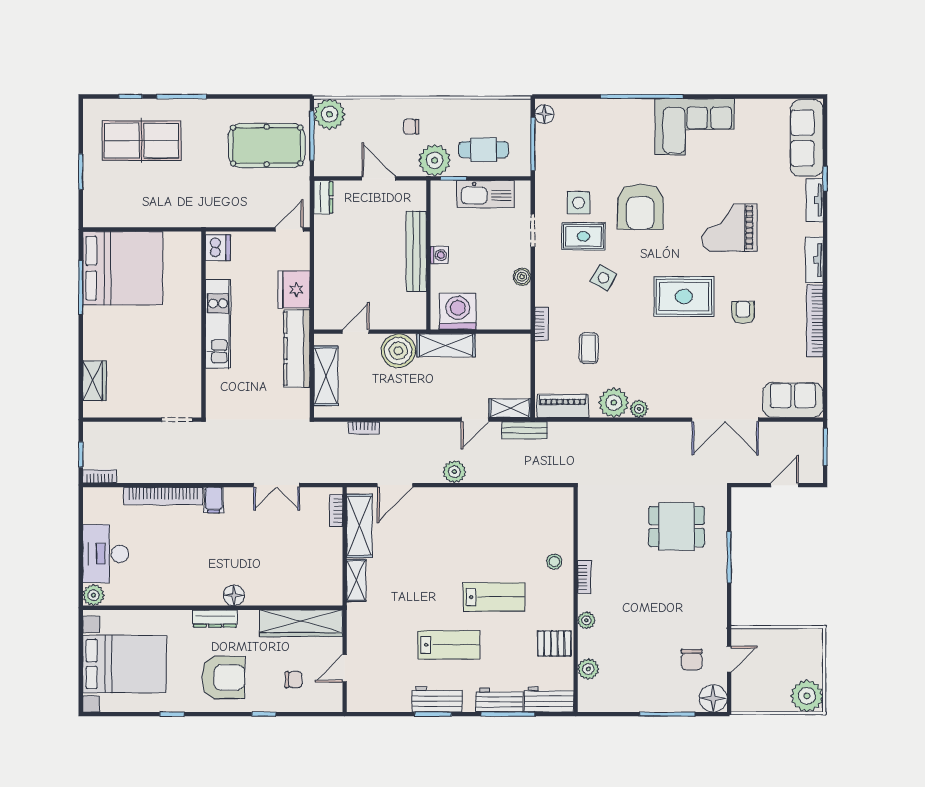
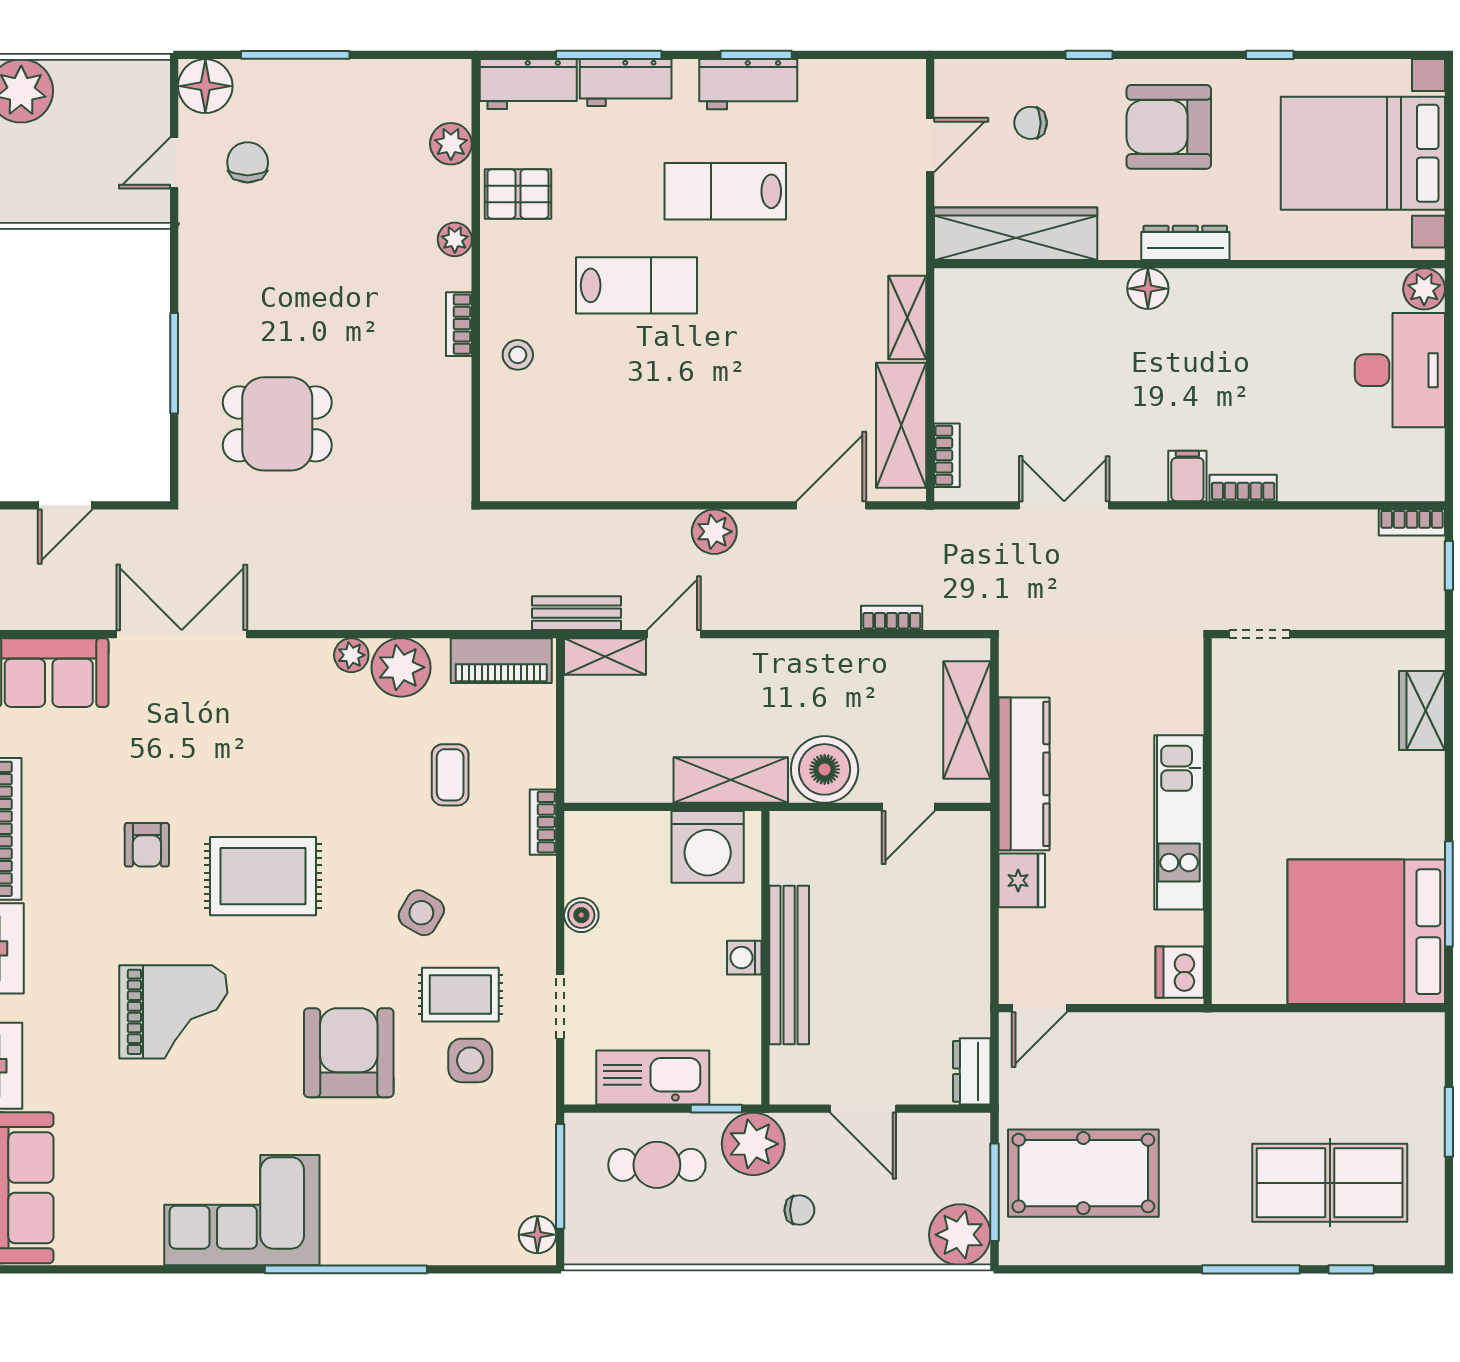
fridge: (294, 289) -> (1022, 880), width x0.73, depth x0.75
bookcase: (163, 496) -> (1243, 488), width x0.43, depth x0.76
lab bench: (494, 597) -> (637, 285), turned 180

